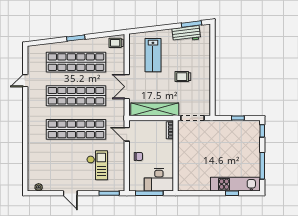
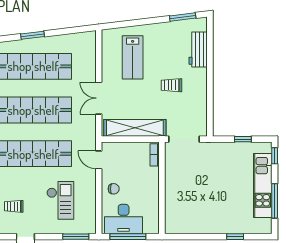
workbench: (186, 34) -> (198, 49), moved, turned 97
trolley: (116, 43) -> (14, 206), moved
desk: (159, 180) -> (124, 219), moved
kitchen unit: (235, 184) -> (263, 186), moved, turned -90

